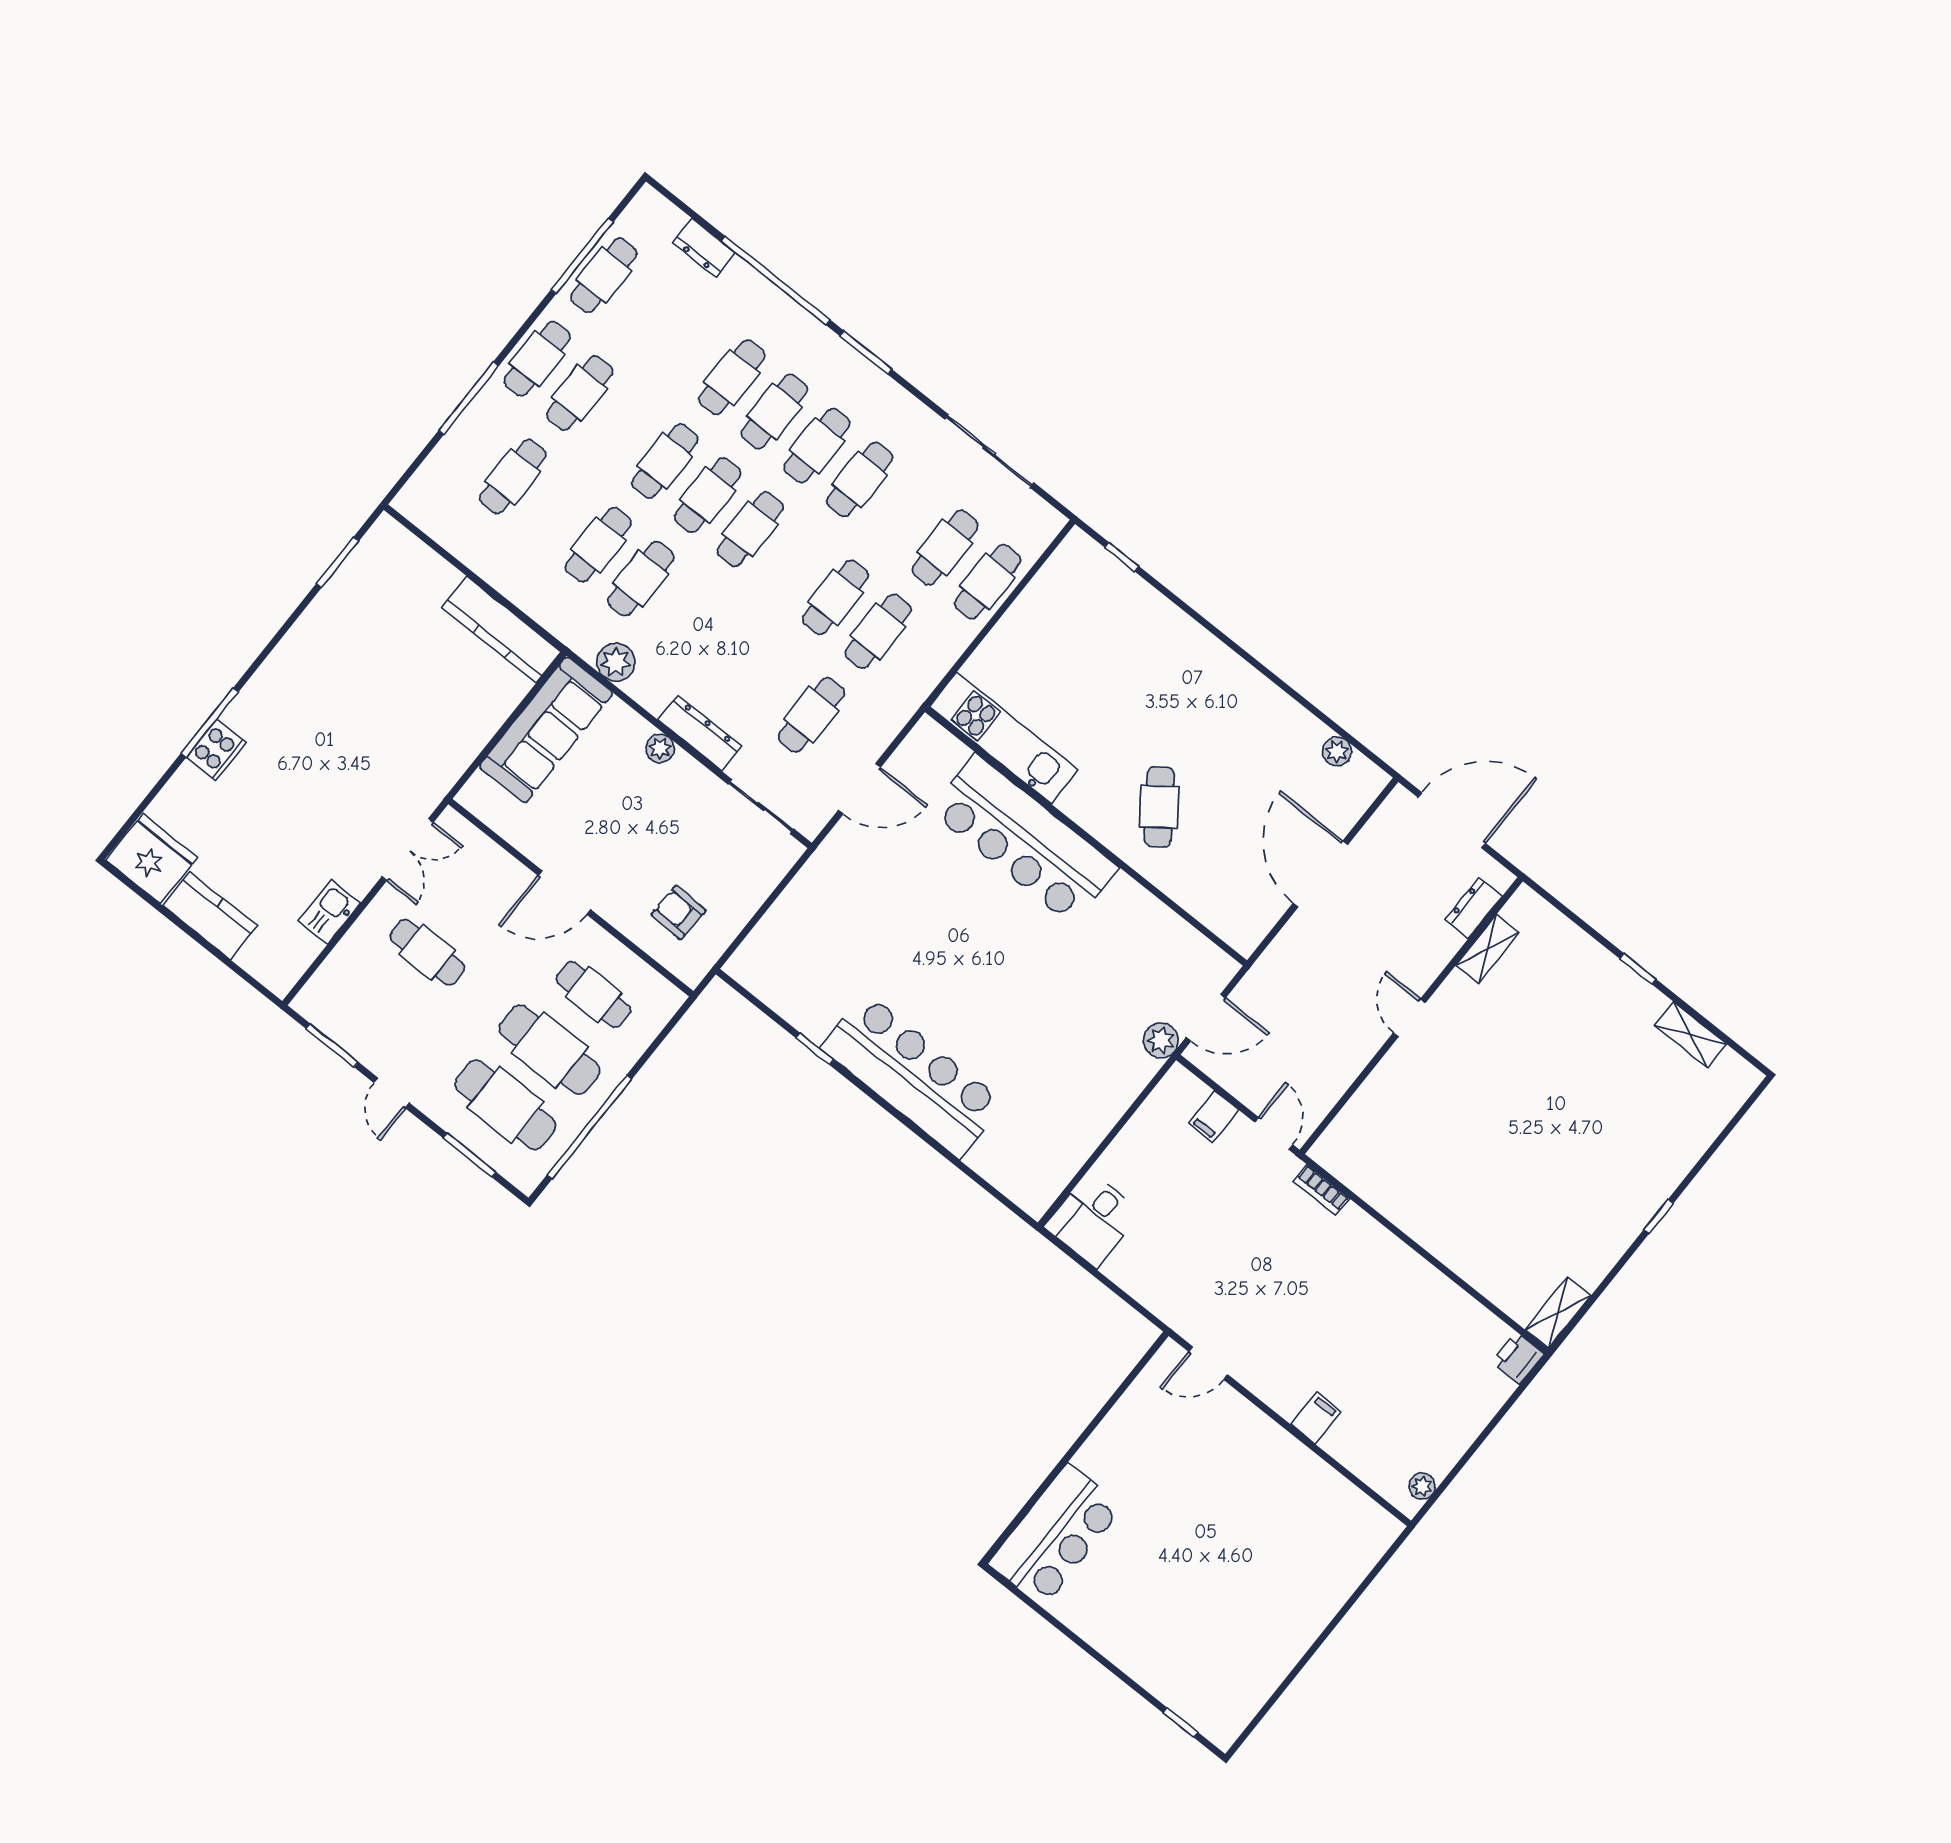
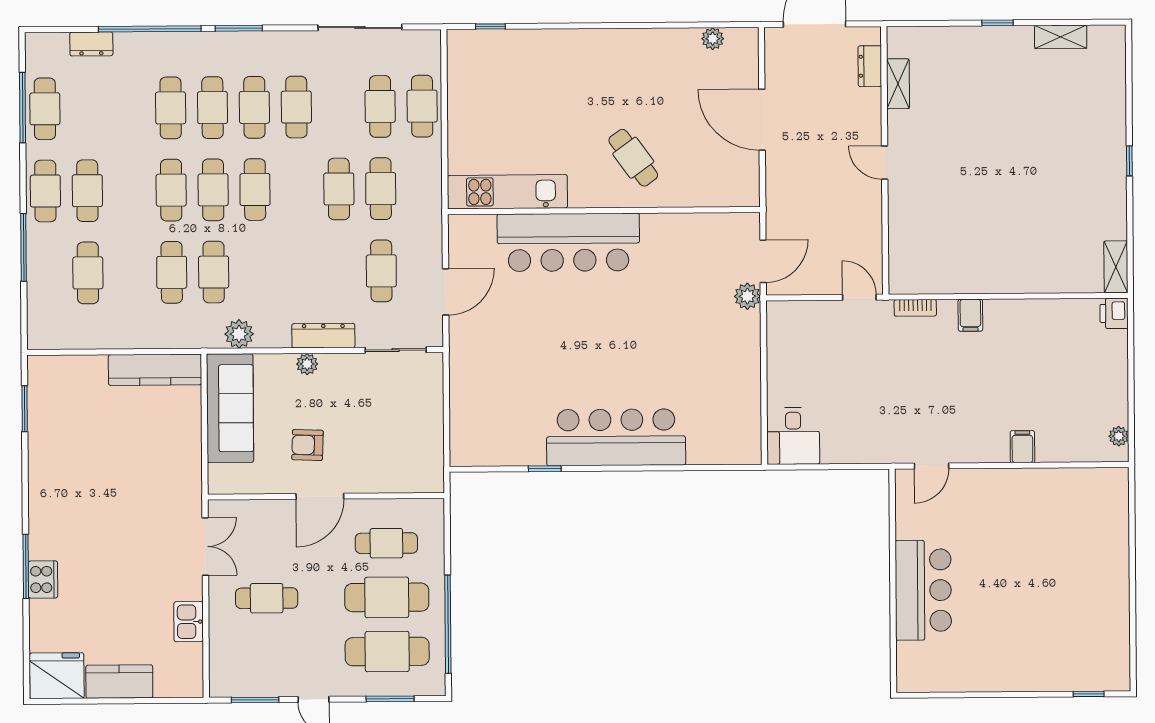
armchair: (678, 912) -> (307, 445), moved
filing cabinet: (1213, 1117) -> (970, 315), moved
bar counter: (1056, 1535) -> (923, 590), moved

